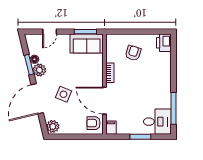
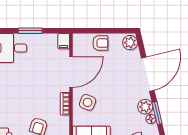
side table: (63, 94) -> (88, 102), moved
door: (104, 101) -> (71, 72), hinge flipped
armchair: (93, 123) -> (100, 43), moved

